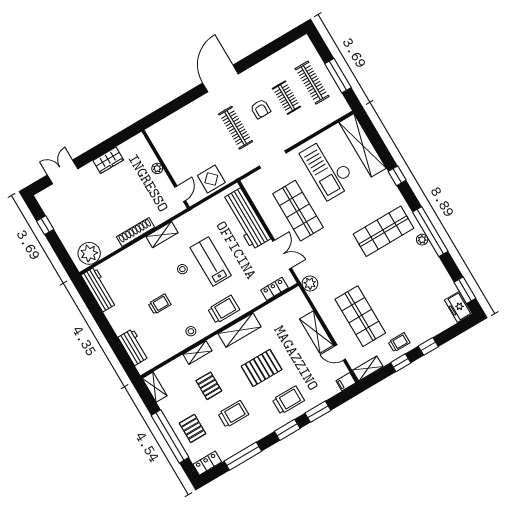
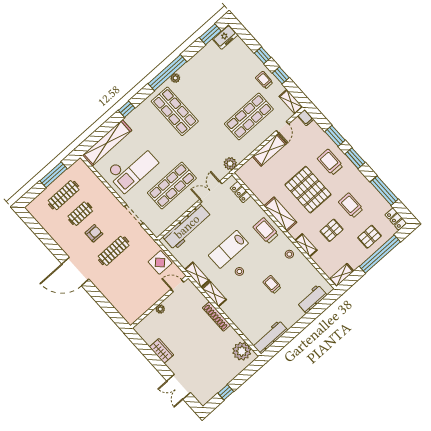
shelving: (188, 219) -> (197, 275), added
pallet: (262, 368) -> (308, 190), width x1.37, depth x1.41

